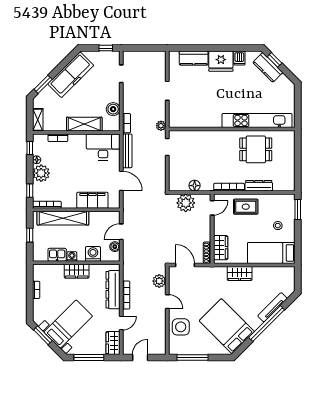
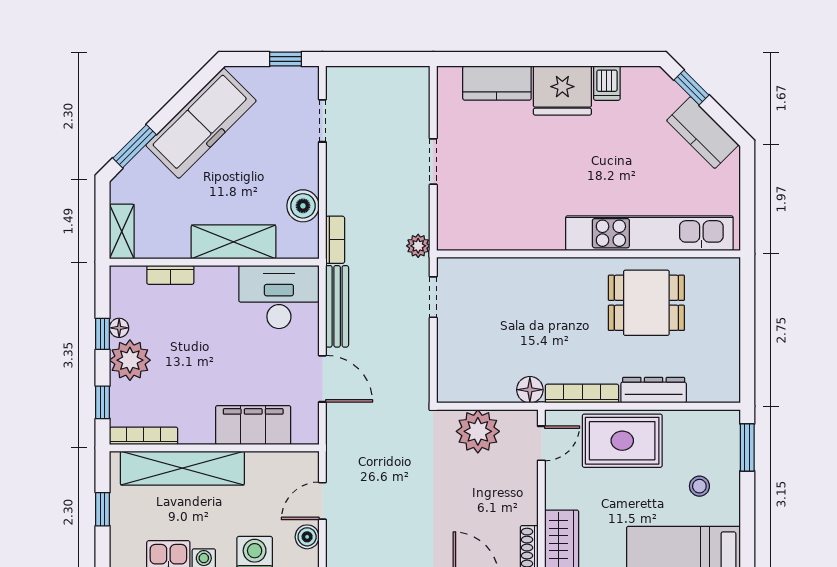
kitchen counter: (268, 67) -> (703, 133), moved
window: (30, 148) -> (103, 334), moved
floor lamp: (195, 186) -> (530, 390), moved
rug: (246, 207) -> (622, 441), width x1.36, depth x1.43

